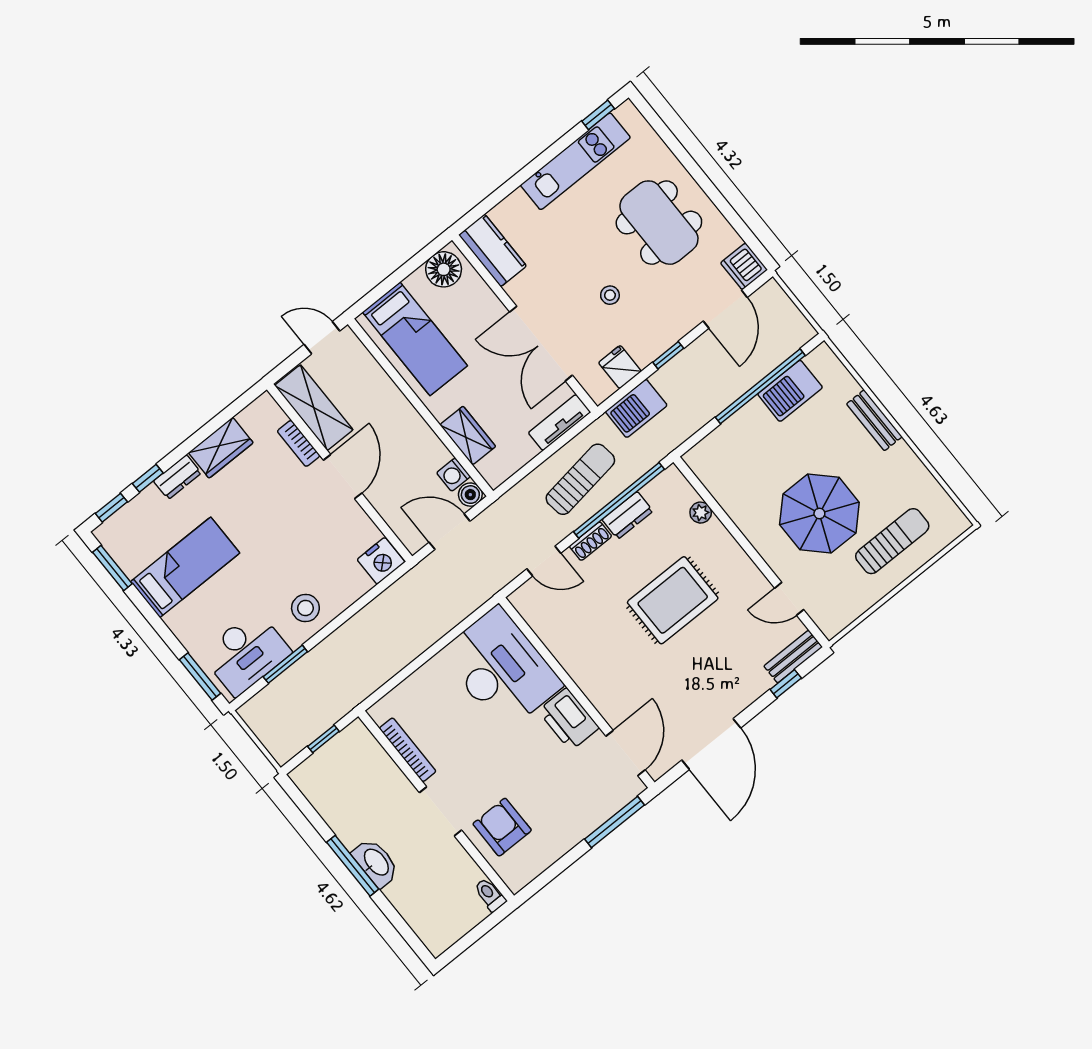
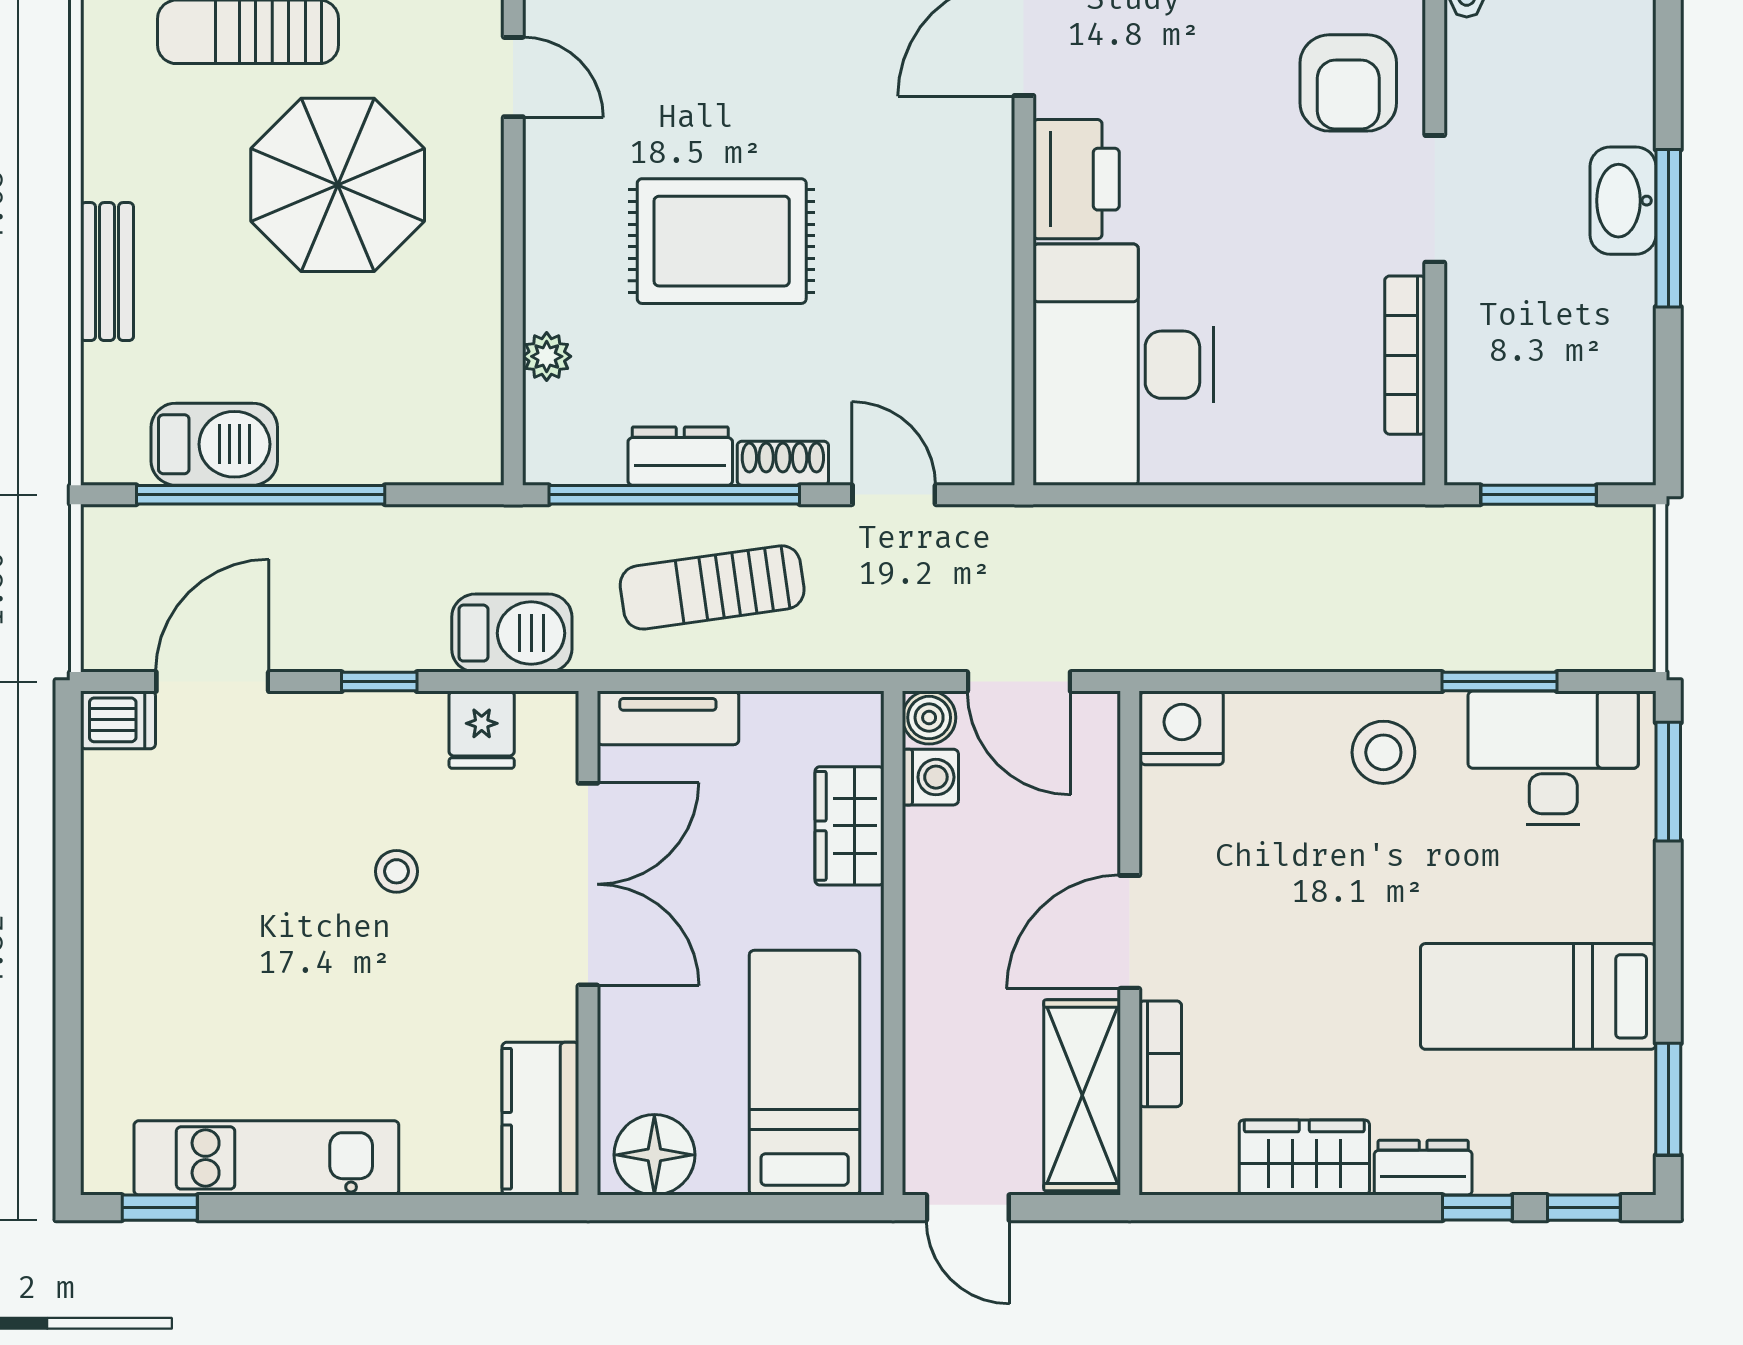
dining table: (659, 223) -> (206, 930), removed
dishwasher: (744, 266) -> (118, 720), width x0.73
window: (323, 739) -> (1539, 495), width x1.50

